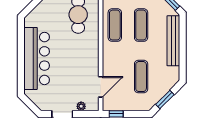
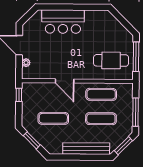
bar counter: (37, 58) -> (63, 22), width x0.73
door: (101, 87) -> (65, 81), moved

